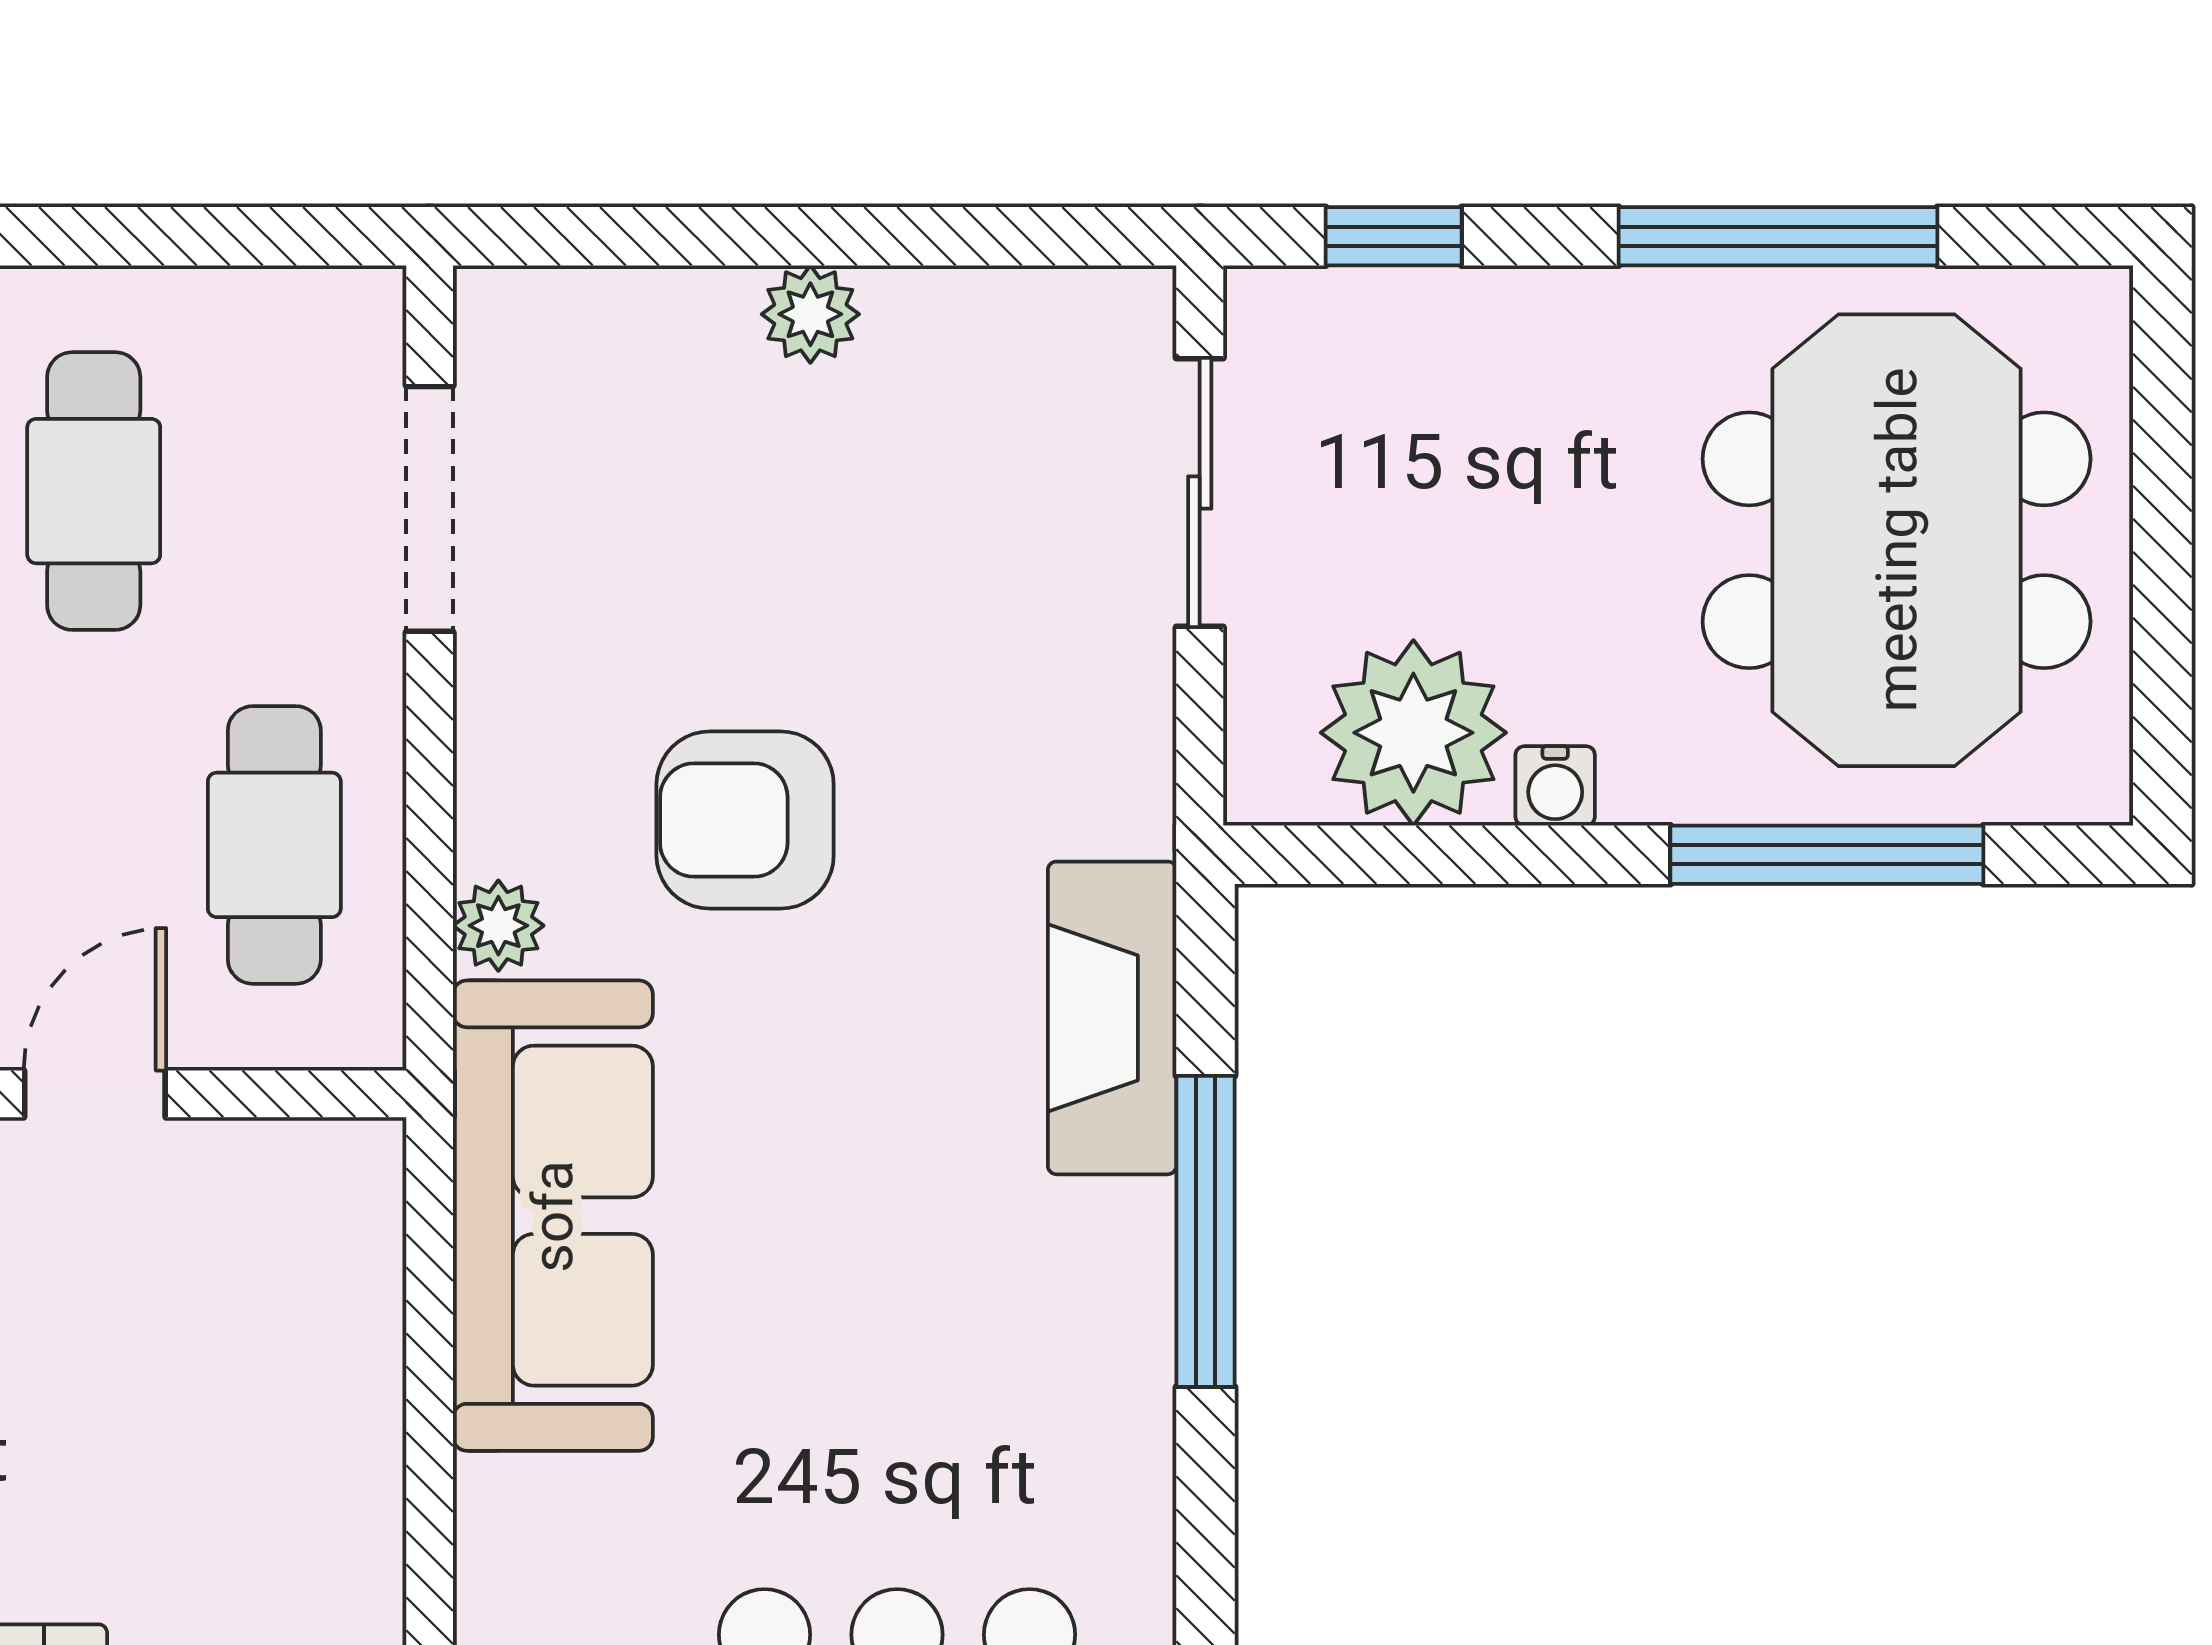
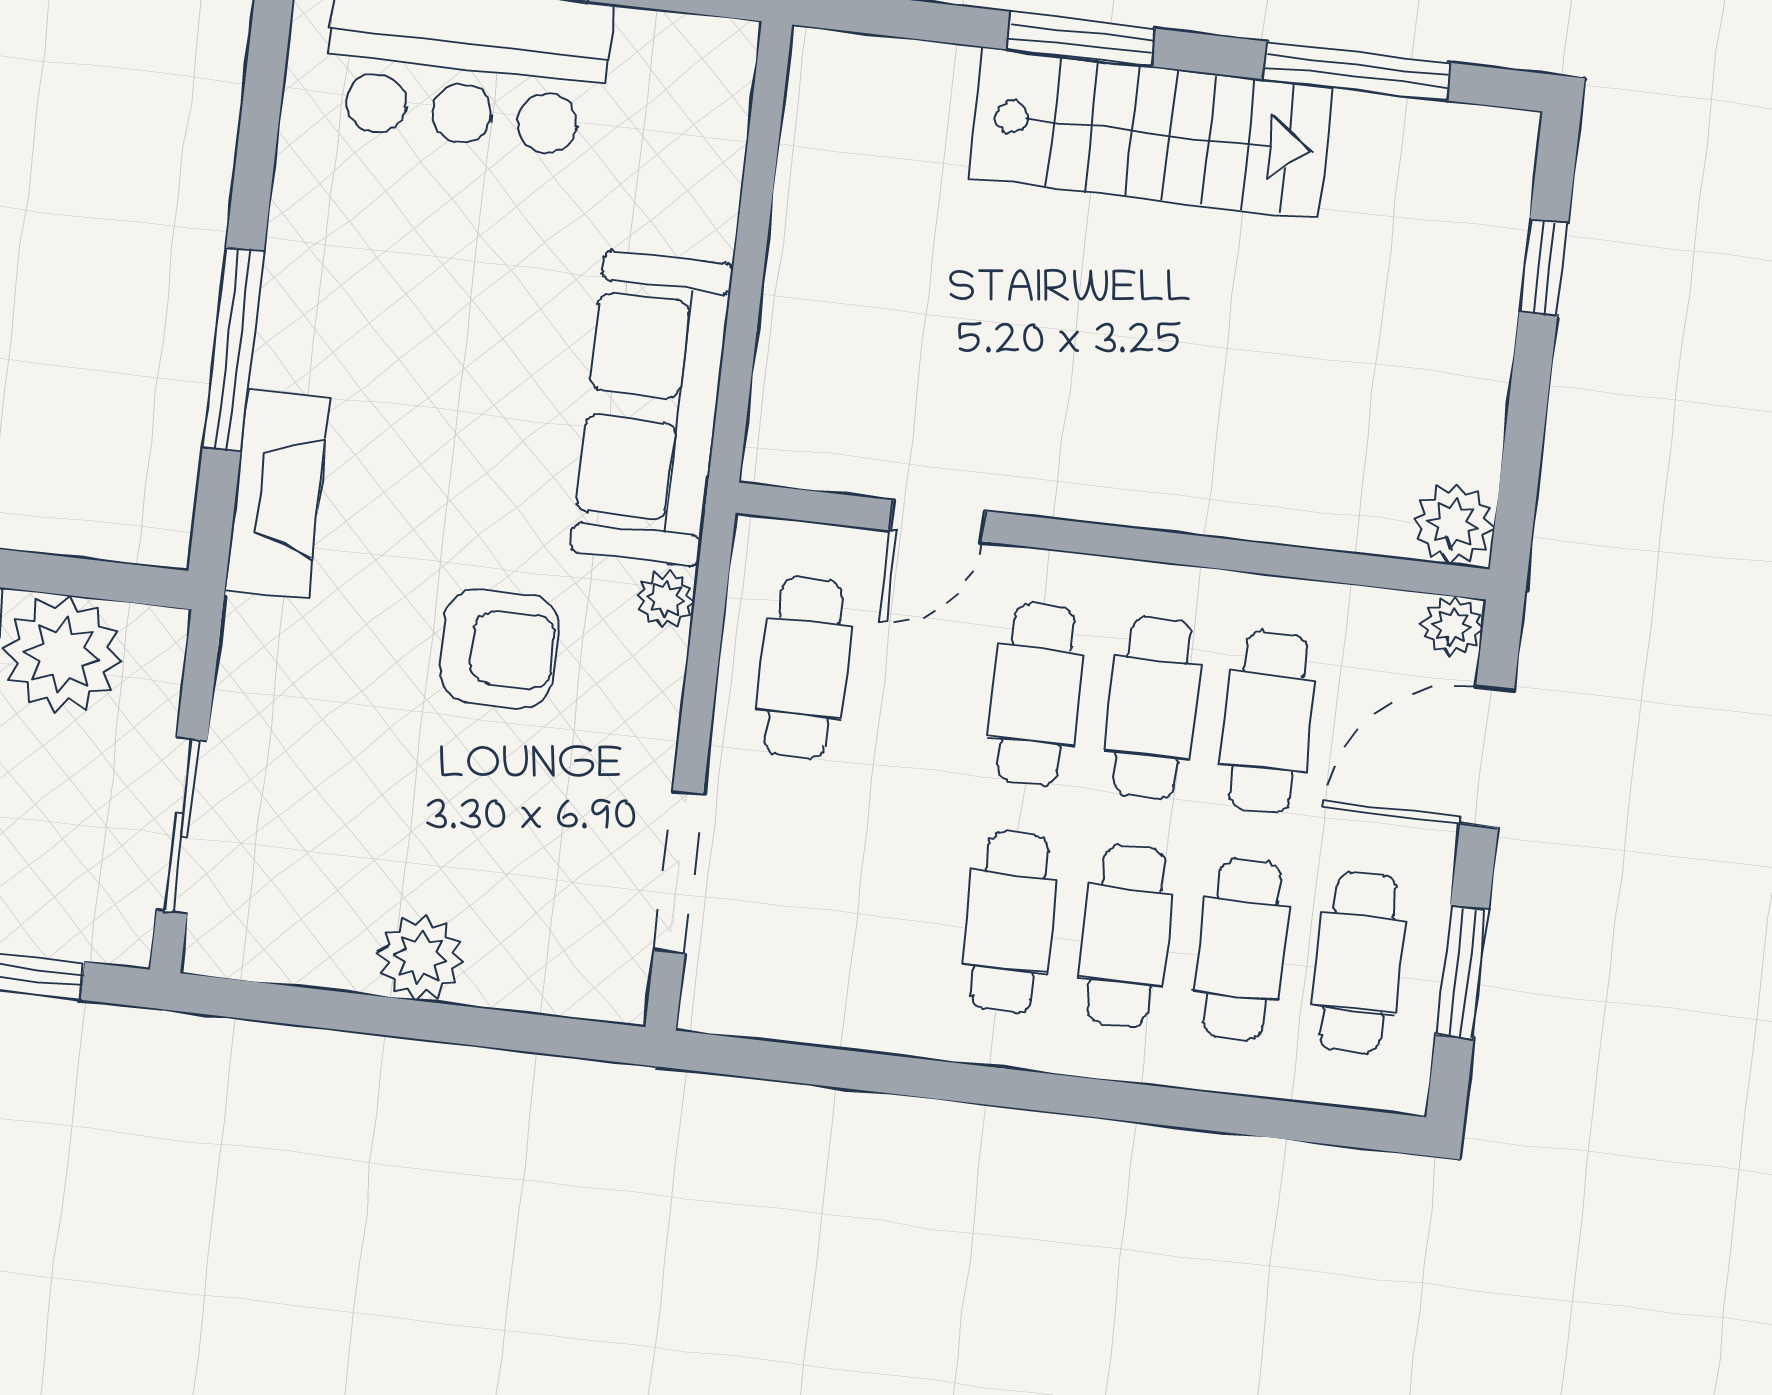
plant: (810, 314) -> (421, 957), width x1.38, depth x1.38
cafe table: (94, 491) -> (893, 909), removed

